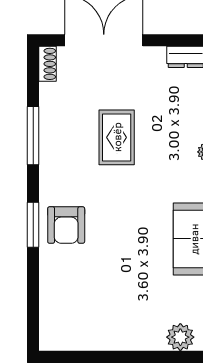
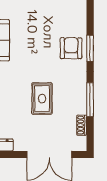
shoe rack: (48, 64) -> (82, 125), moved

